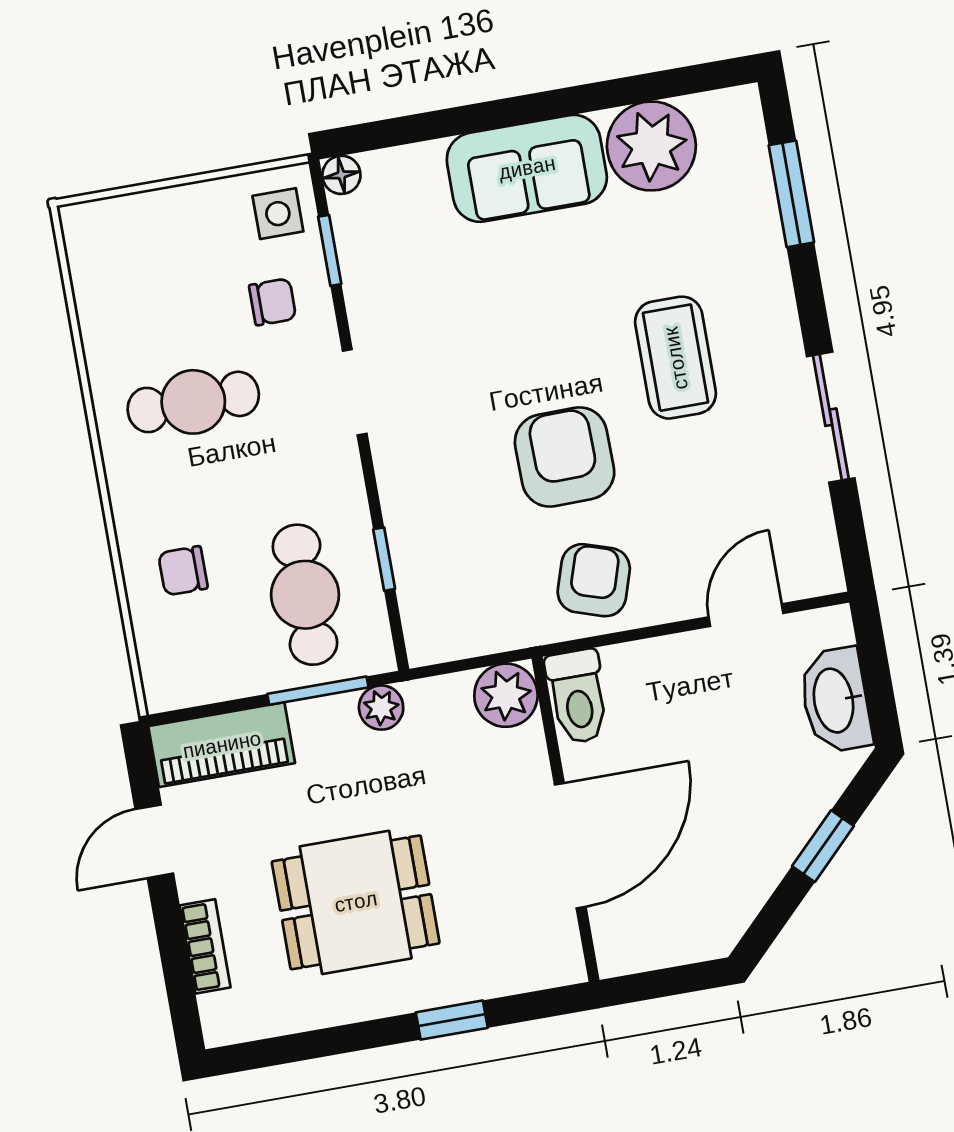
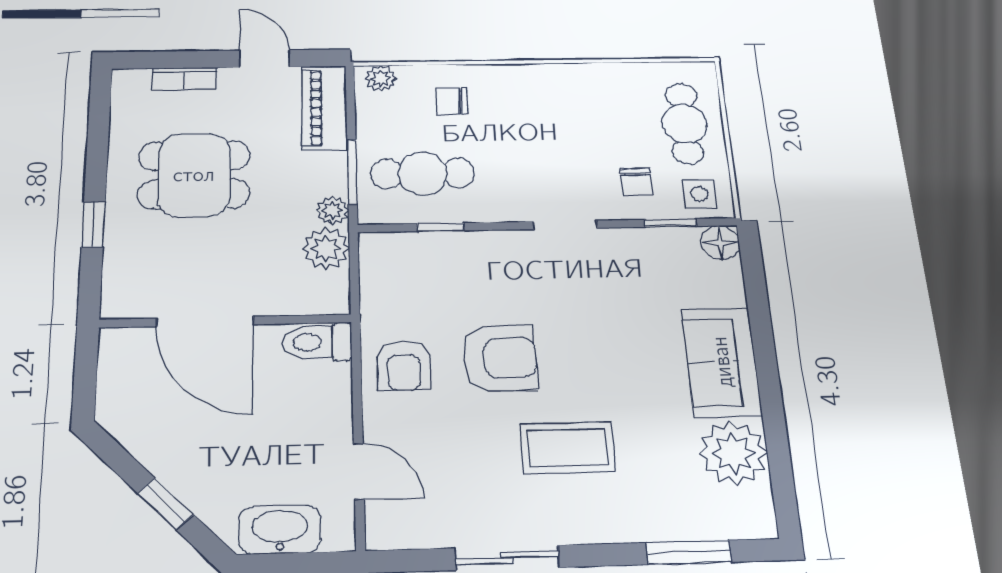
floor lamp: (341, 175) -> (720, 243), width x1.37, depth x1.37
cafe table: (193, 402) -> (685, 124), moved
chair: (183, 571) -> (451, 101), turned -90
armchair: (594, 580) -> (403, 366), turned 72
plant: (161, 674) -> (381, 79), added
plant: (506, 695) -> (326, 249), moved
dining table: (356, 902) -> (194, 175), turned 90

